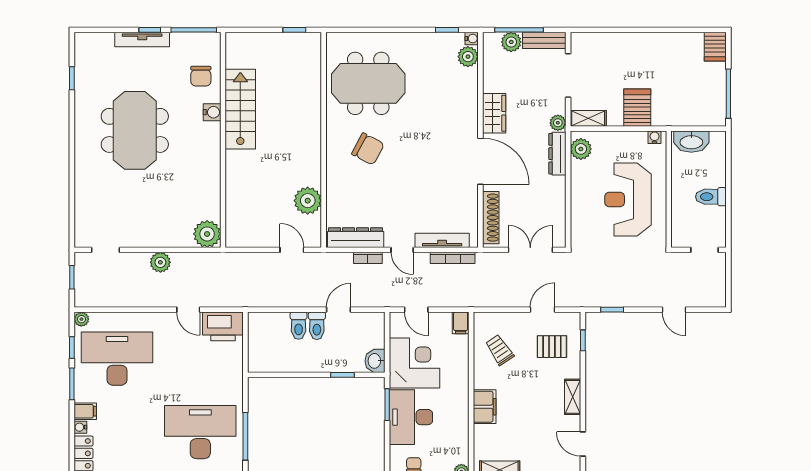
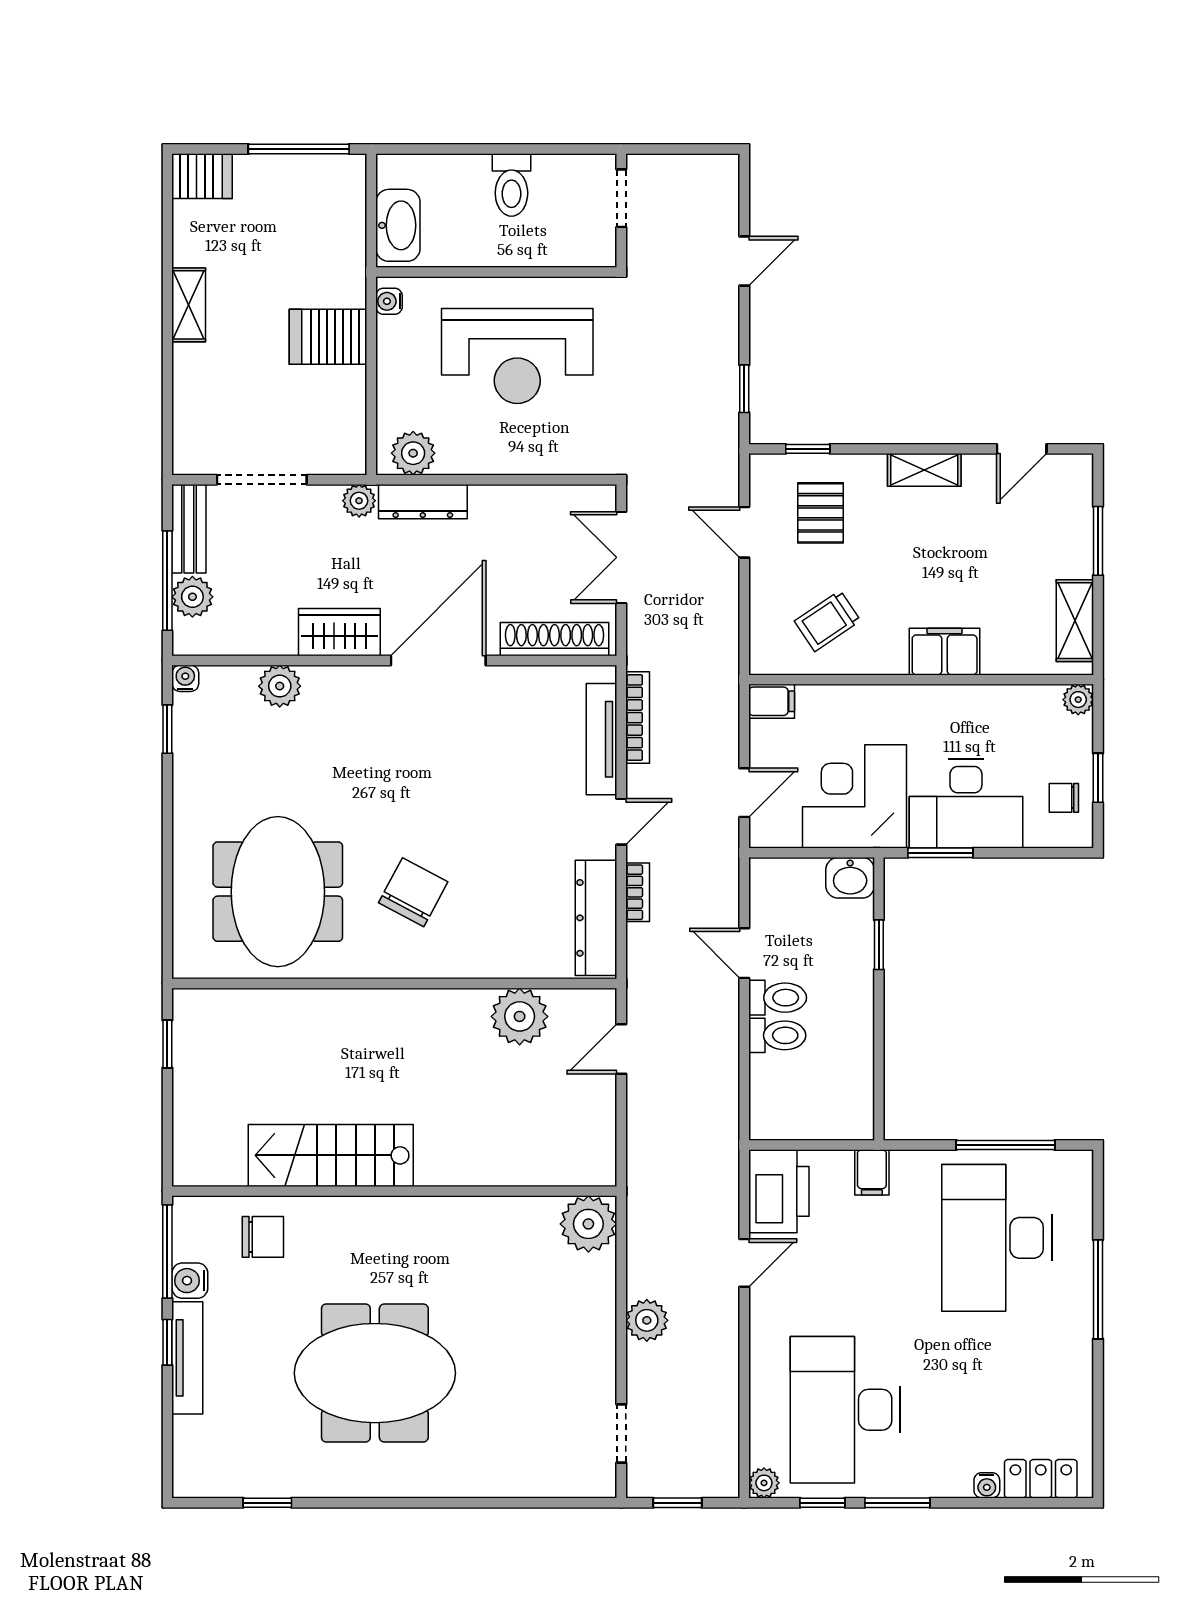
plant: (468, 57) -> (280, 686), moved
water cooler: (212, 112) -> (190, 1281), moved, turned -90
shelving: (588, 118) -> (189, 305), moved
filing cabinet: (85, 411) -> (872, 1172), moved, turned 180

